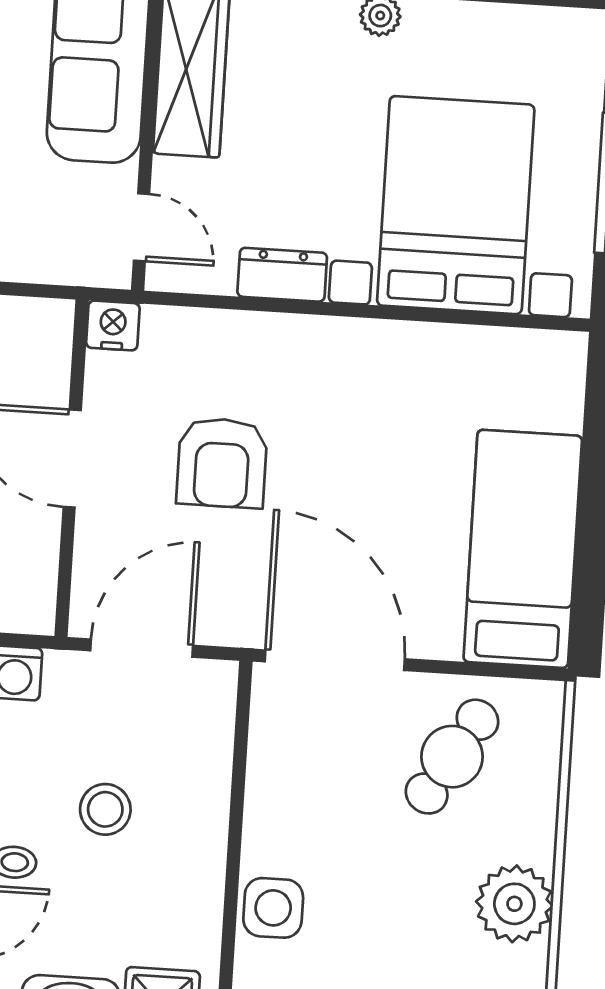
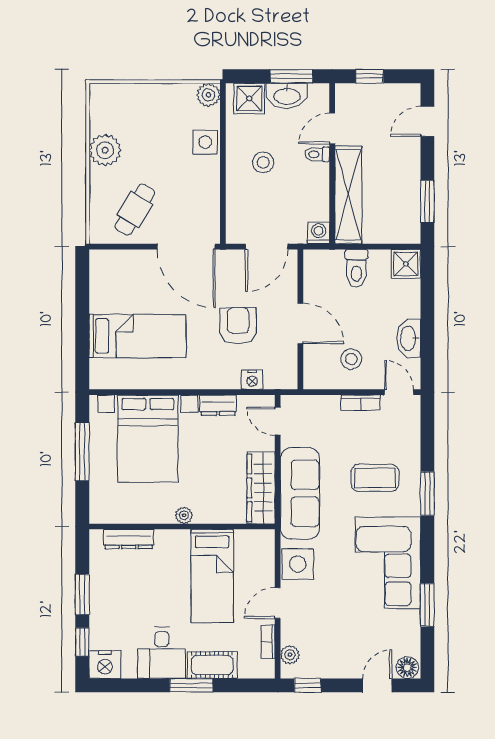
nightstand: (113, 326) -> (252, 380), moved
bed: (523, 549) -> (138, 336), moved, turned -90
stool: (105, 809) -> (263, 162), moved

